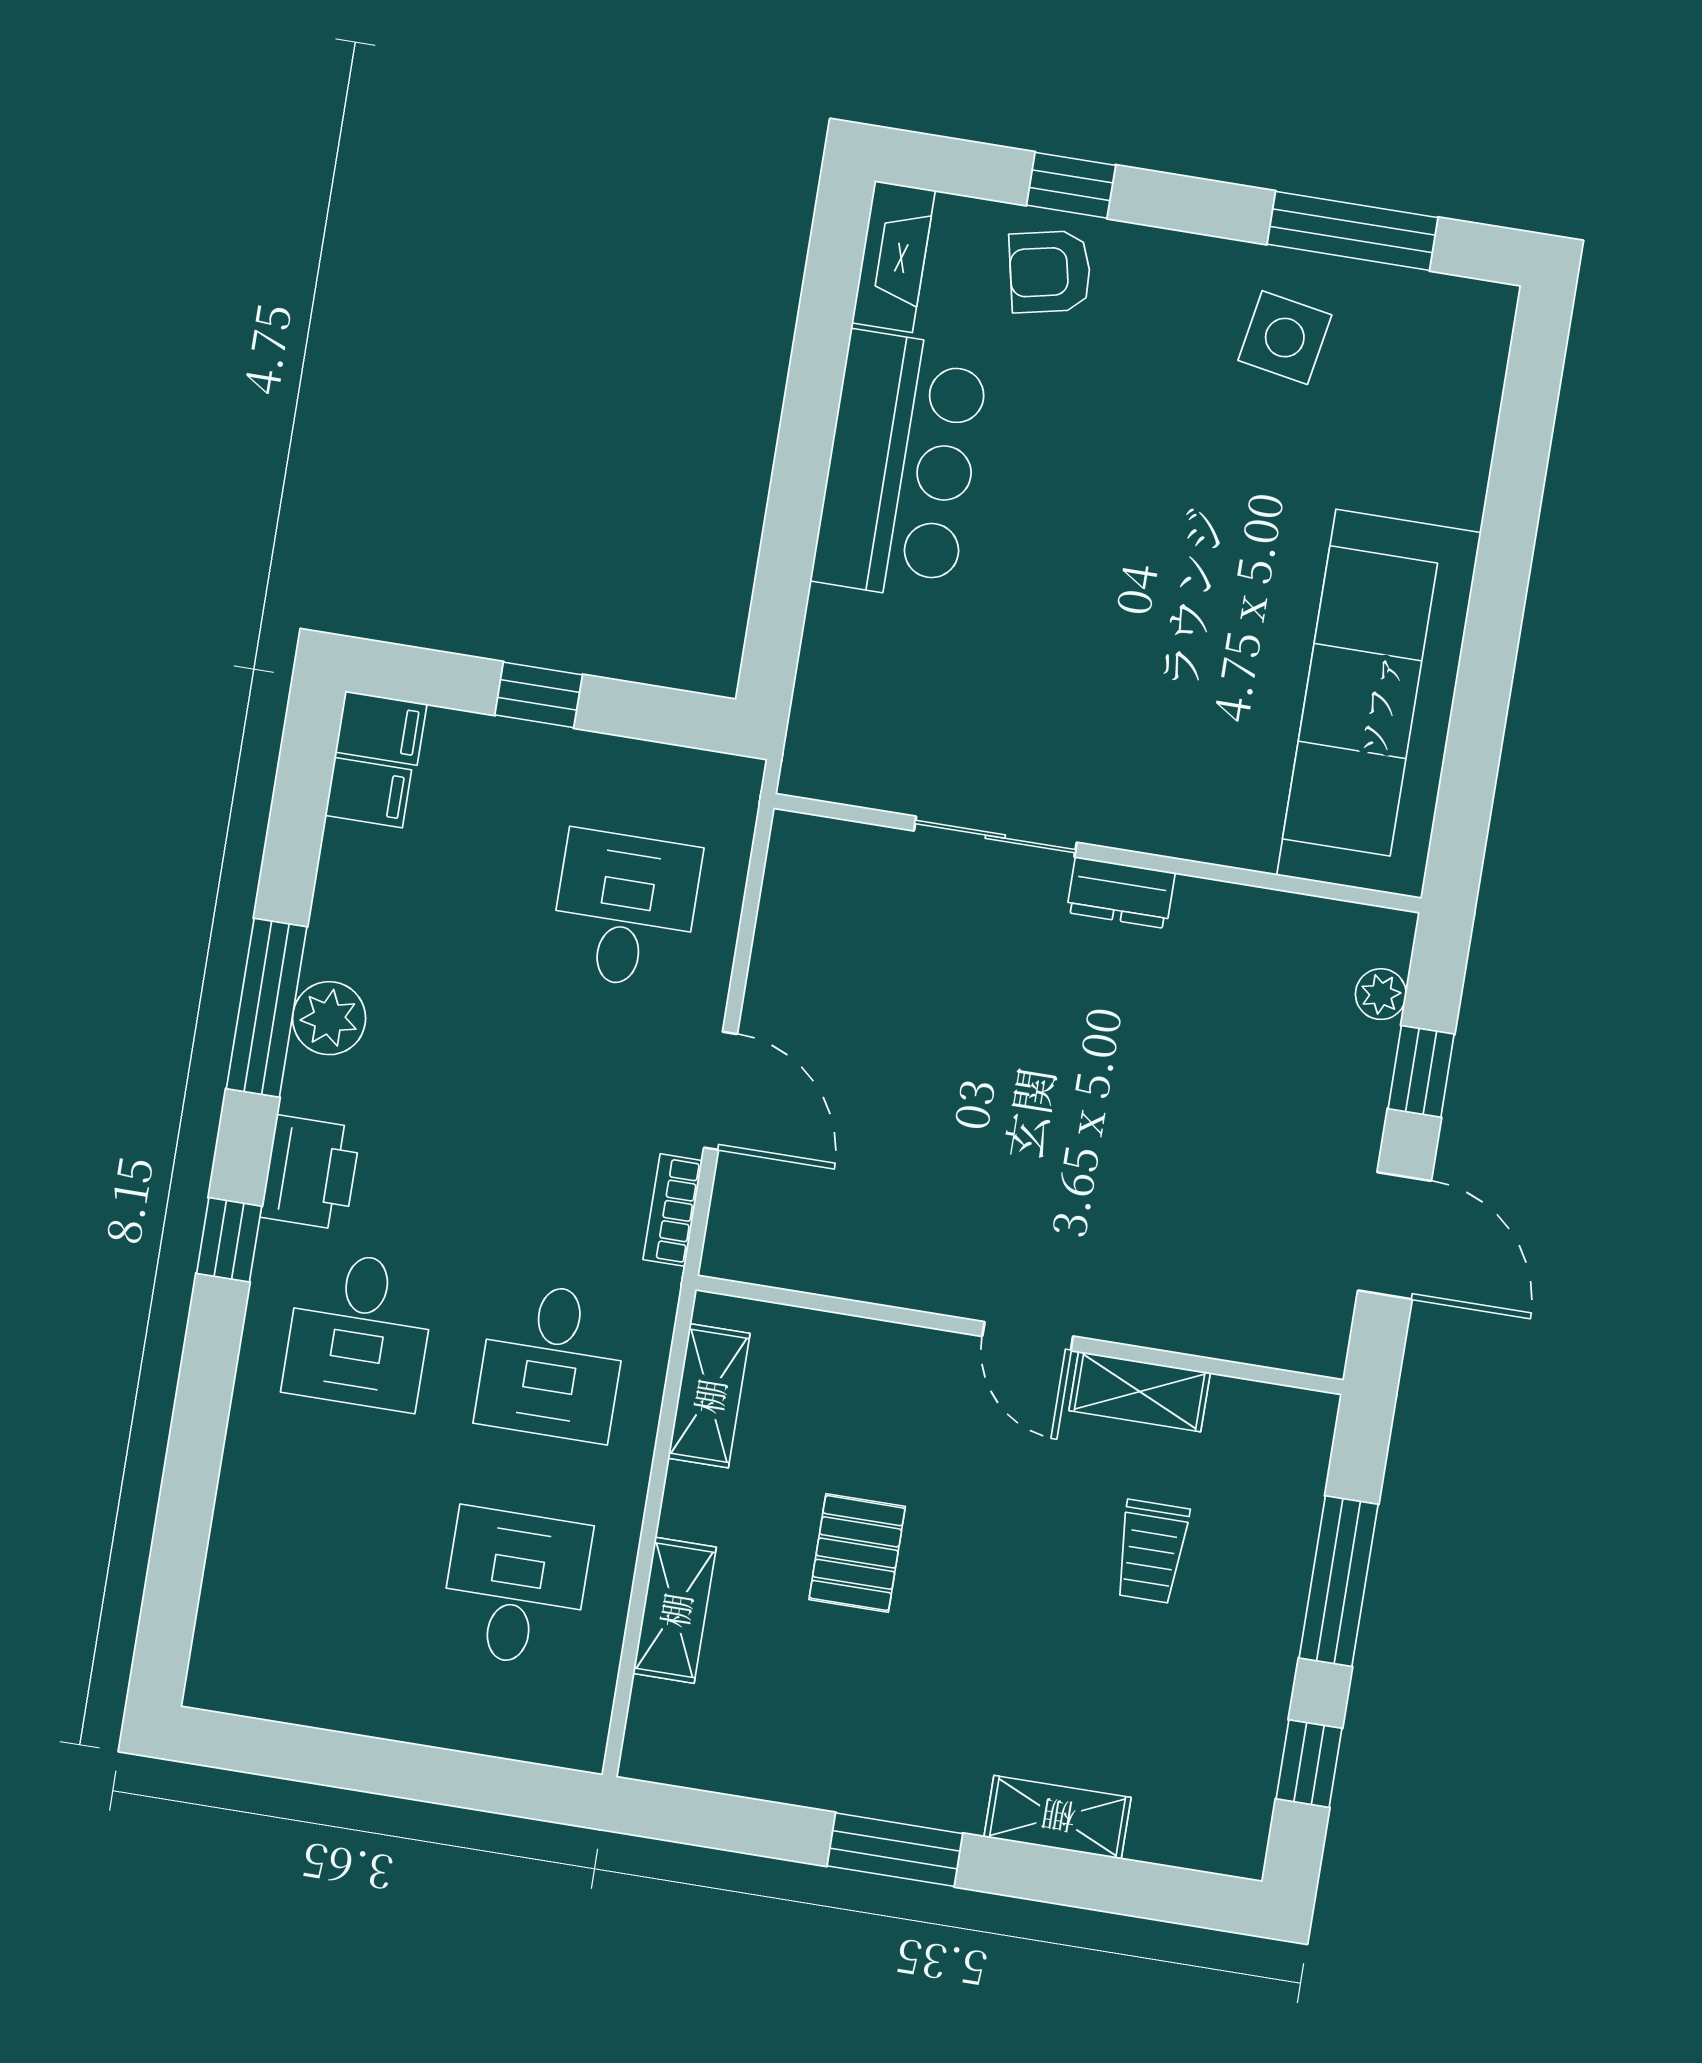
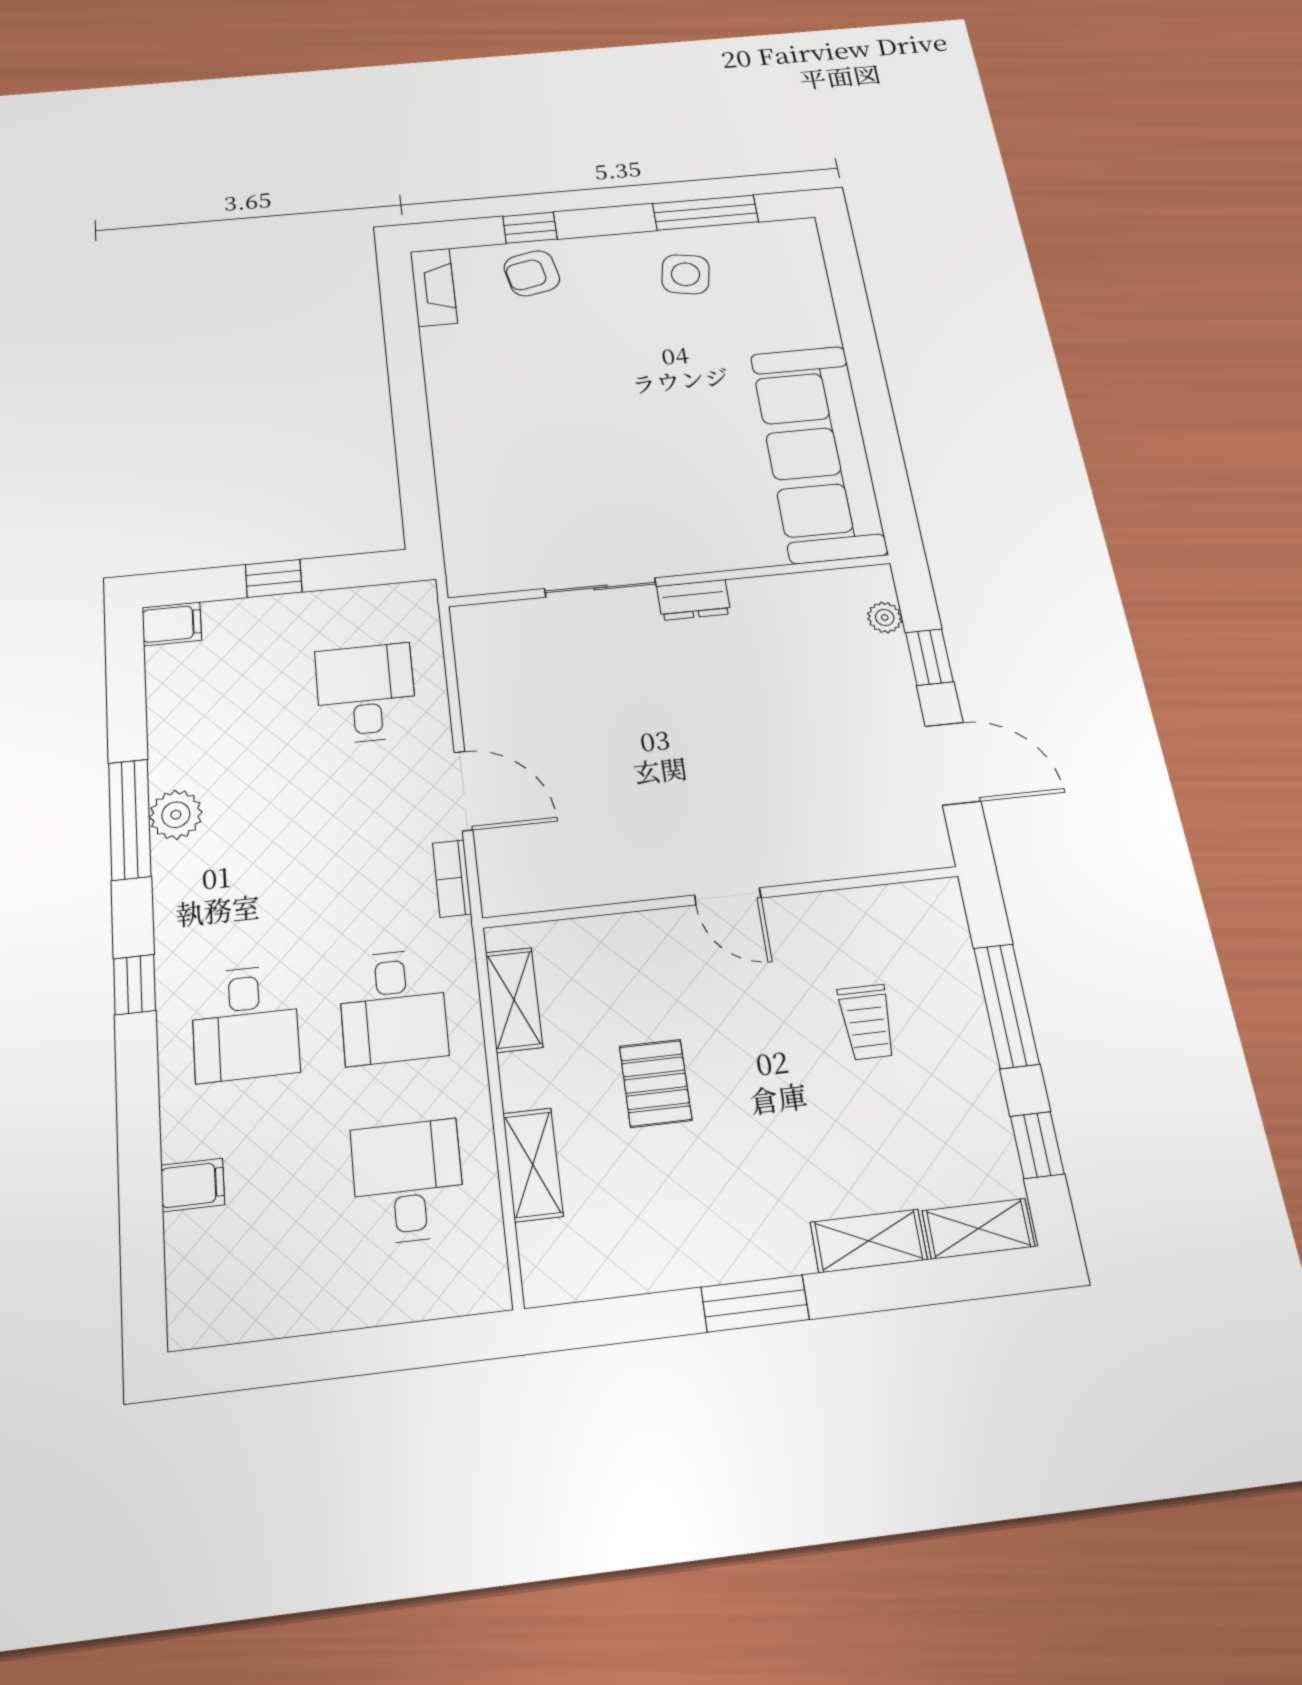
bar counter: (901, 466) -> (472, 395), removed
filing cabinet: (368, 793) -> (193, 1185), moved
printer: (311, 1173) -> (185, 922), removed
shelving: (1140, 1392) -> (978, 1229), moved

